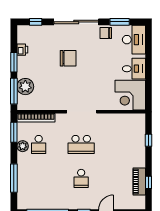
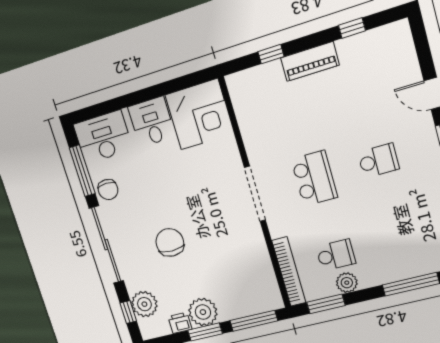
window: (120, 22) -> (82, 171), width x1.44
plant: (38, 33) -> (144, 304), added
plant: (25, 87) -> (203, 312), moved
piano: (139, 181) -> (310, 61), moved

